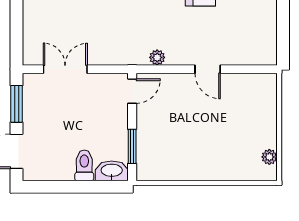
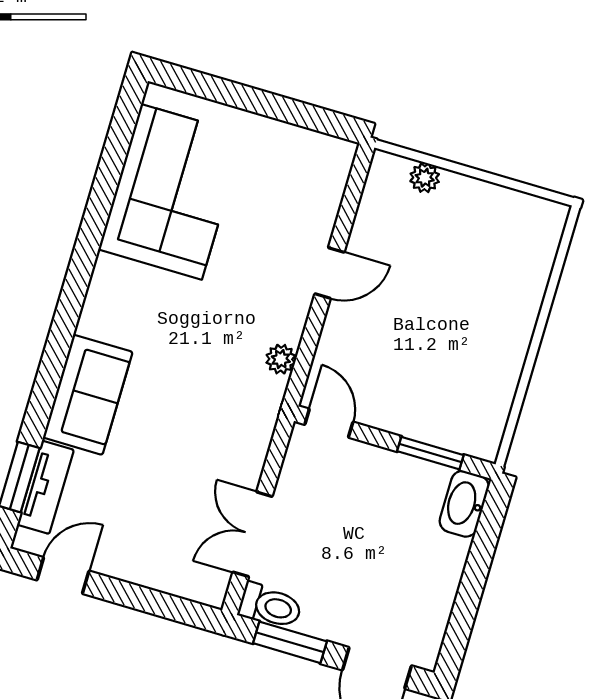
plant: (269, 157) -> (425, 178), moved
toilet: (84, 165) -> (270, 606), moved, turned 180

